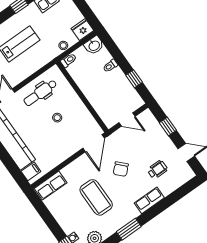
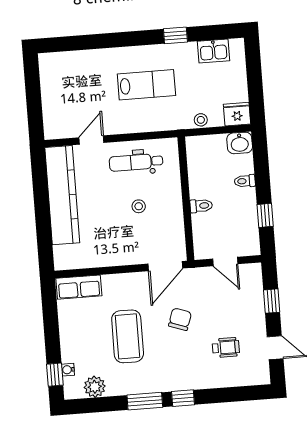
toilet: (69, 60) -> (201, 206), moved
chair: (121, 169) -> (180, 319), turned 153
filing cabinet: (31, 171) -> (65, 254), removed
row of seats: (149, 200) -> (192, 380), removed
window: (150, 214) -> (183, 398), added

